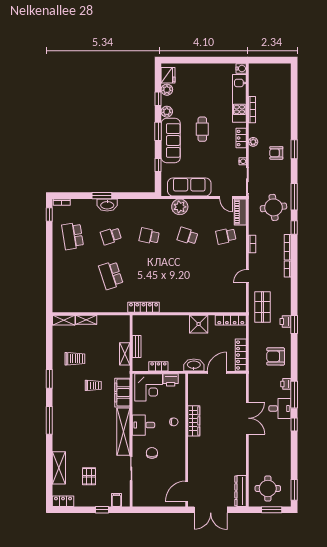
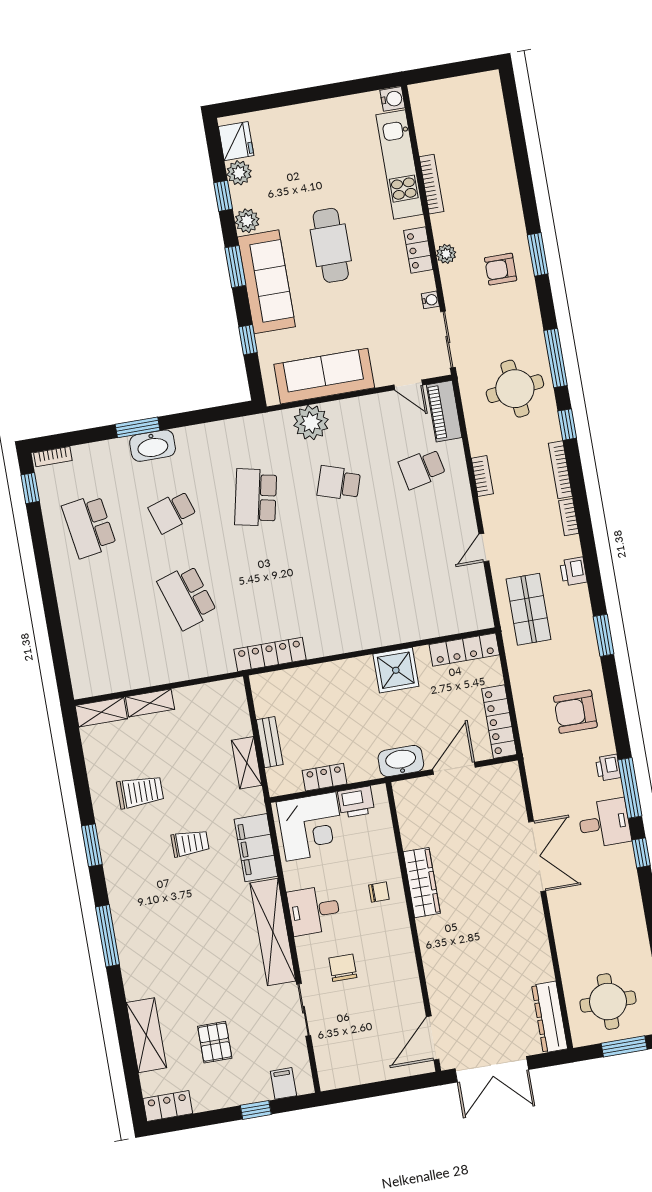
cafe table: (202, 129) -> (331, 245), width x1.37, depth x1.35
school desk: (149, 236) -> (256, 497), width x1.85
printer: (286, 321) -> (573, 571), moved

